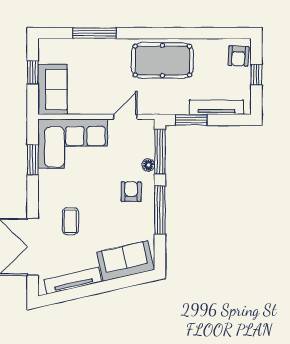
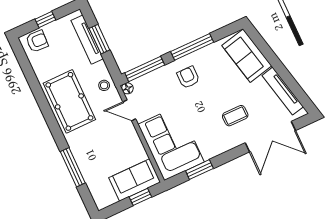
window: (33, 72) -> (140, 197), moved
stool: (162, 103) -> (104, 85), added
window: (191, 120) -> (99, 39), moved
floor lamp: (148, 165) -> (127, 88), moved
armchair: (131, 192) -> (188, 77), turned 90

